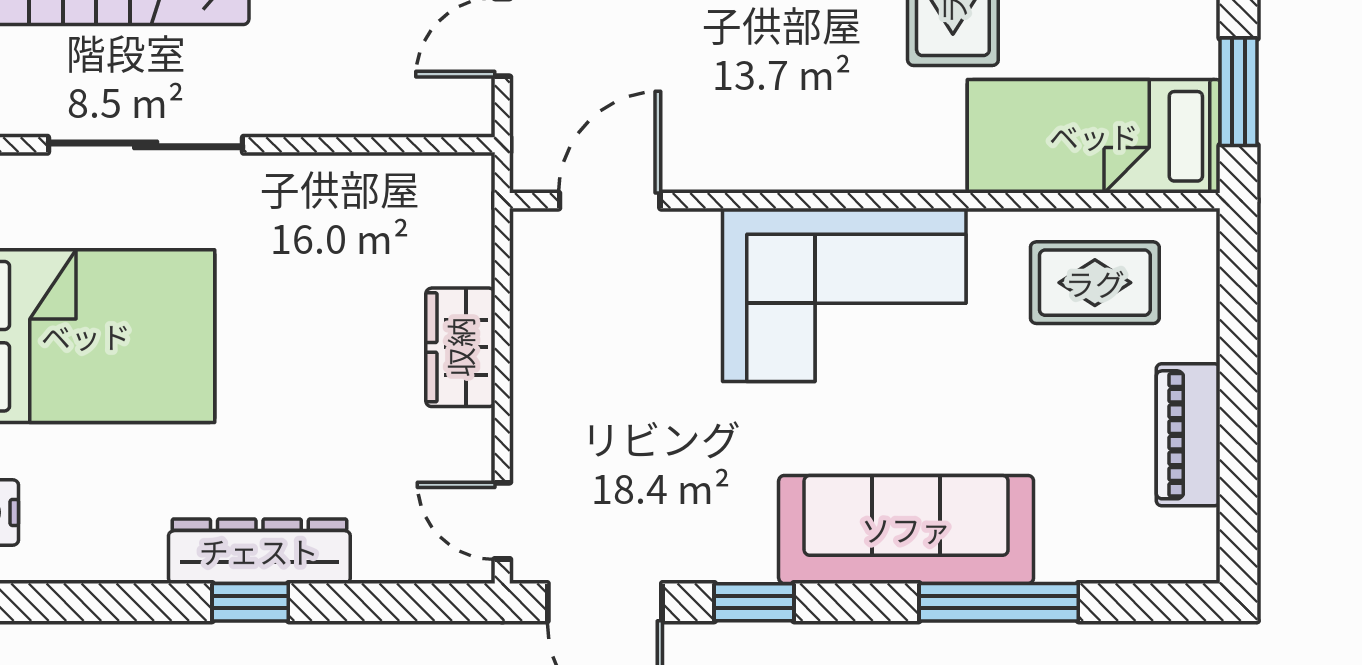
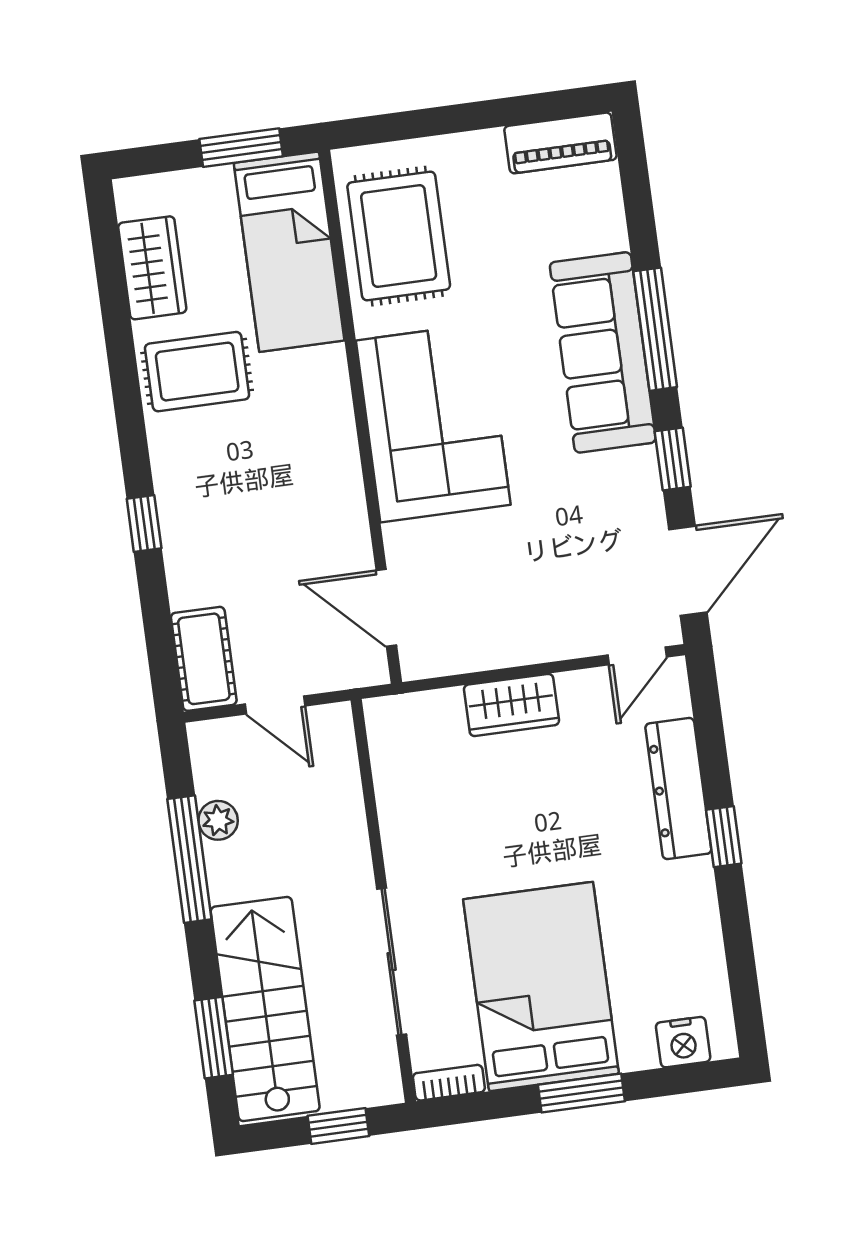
rug: (1095, 283) -> (399, 236), width x1.36, depth x1.43
piano: (1188, 435) -> (560, 143), moved
dresser: (259, 551) -> (678, 789), moved
window: (999, 602) -> (655, 329), moved

